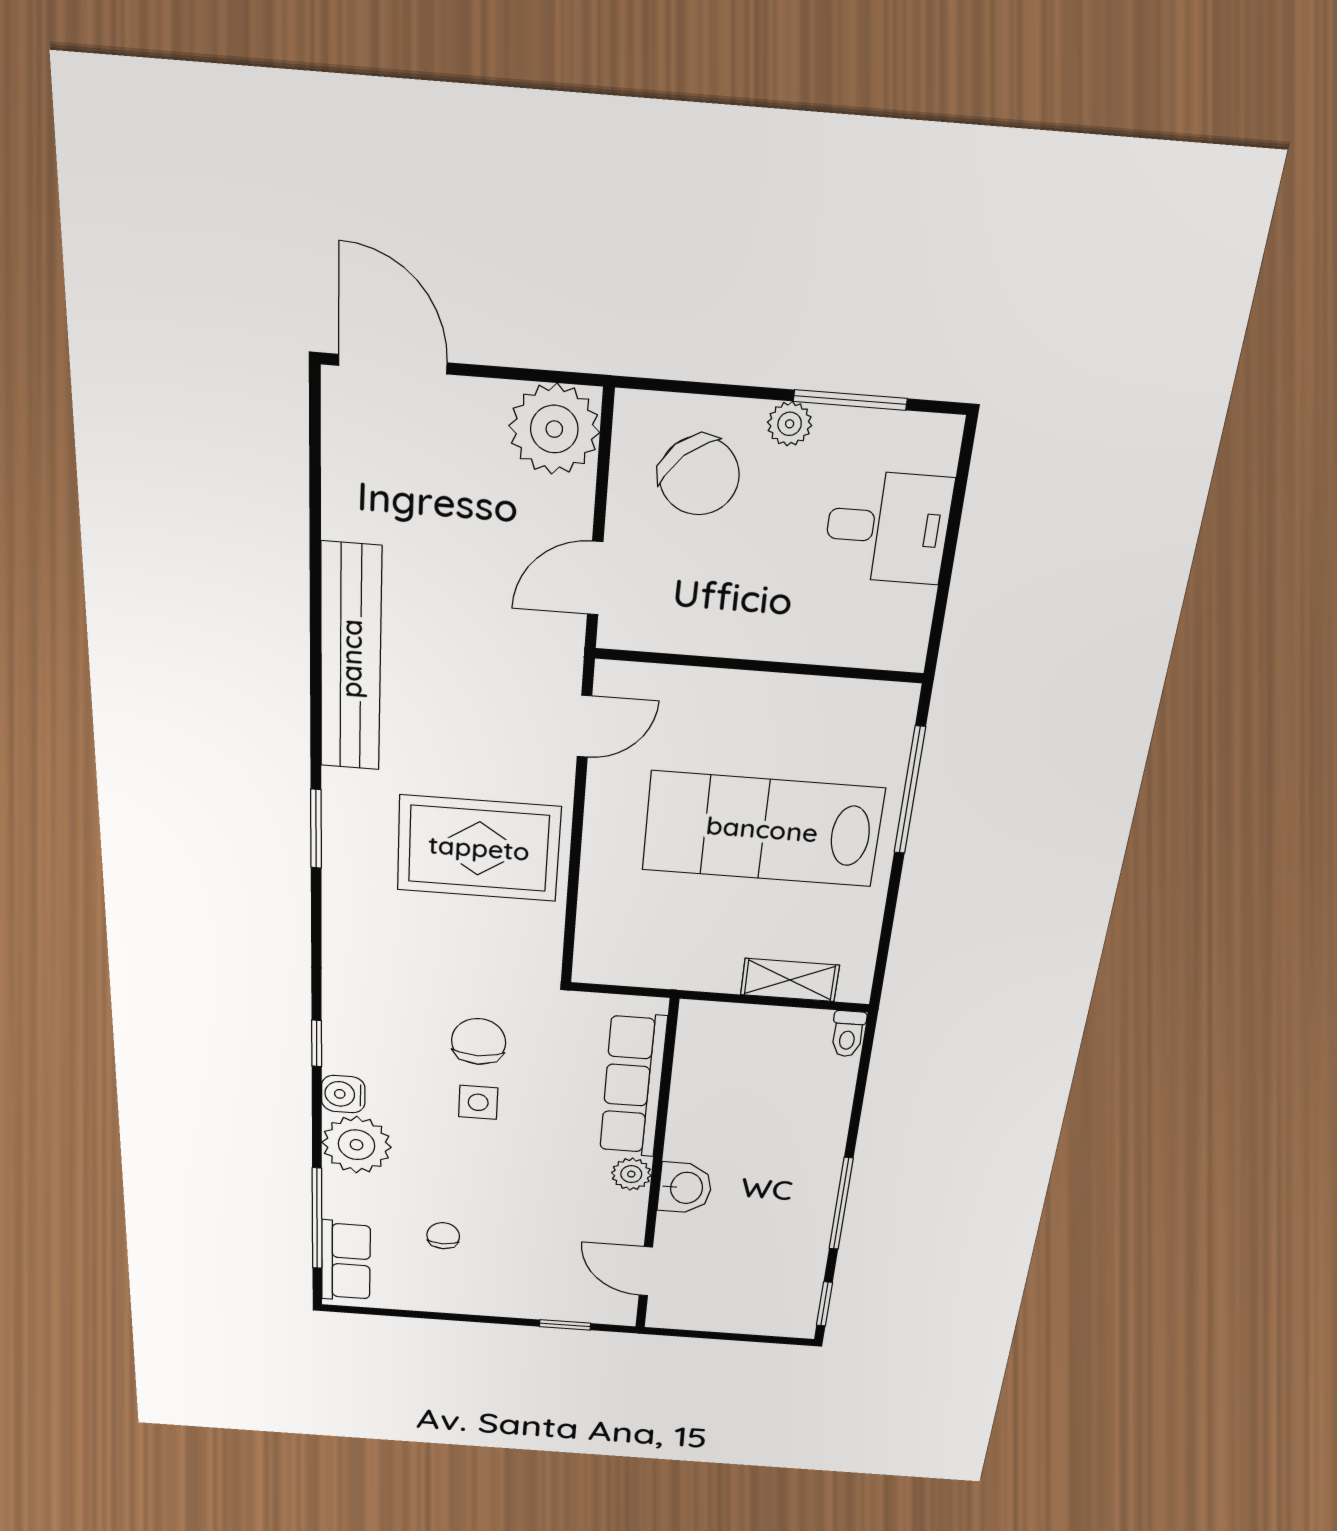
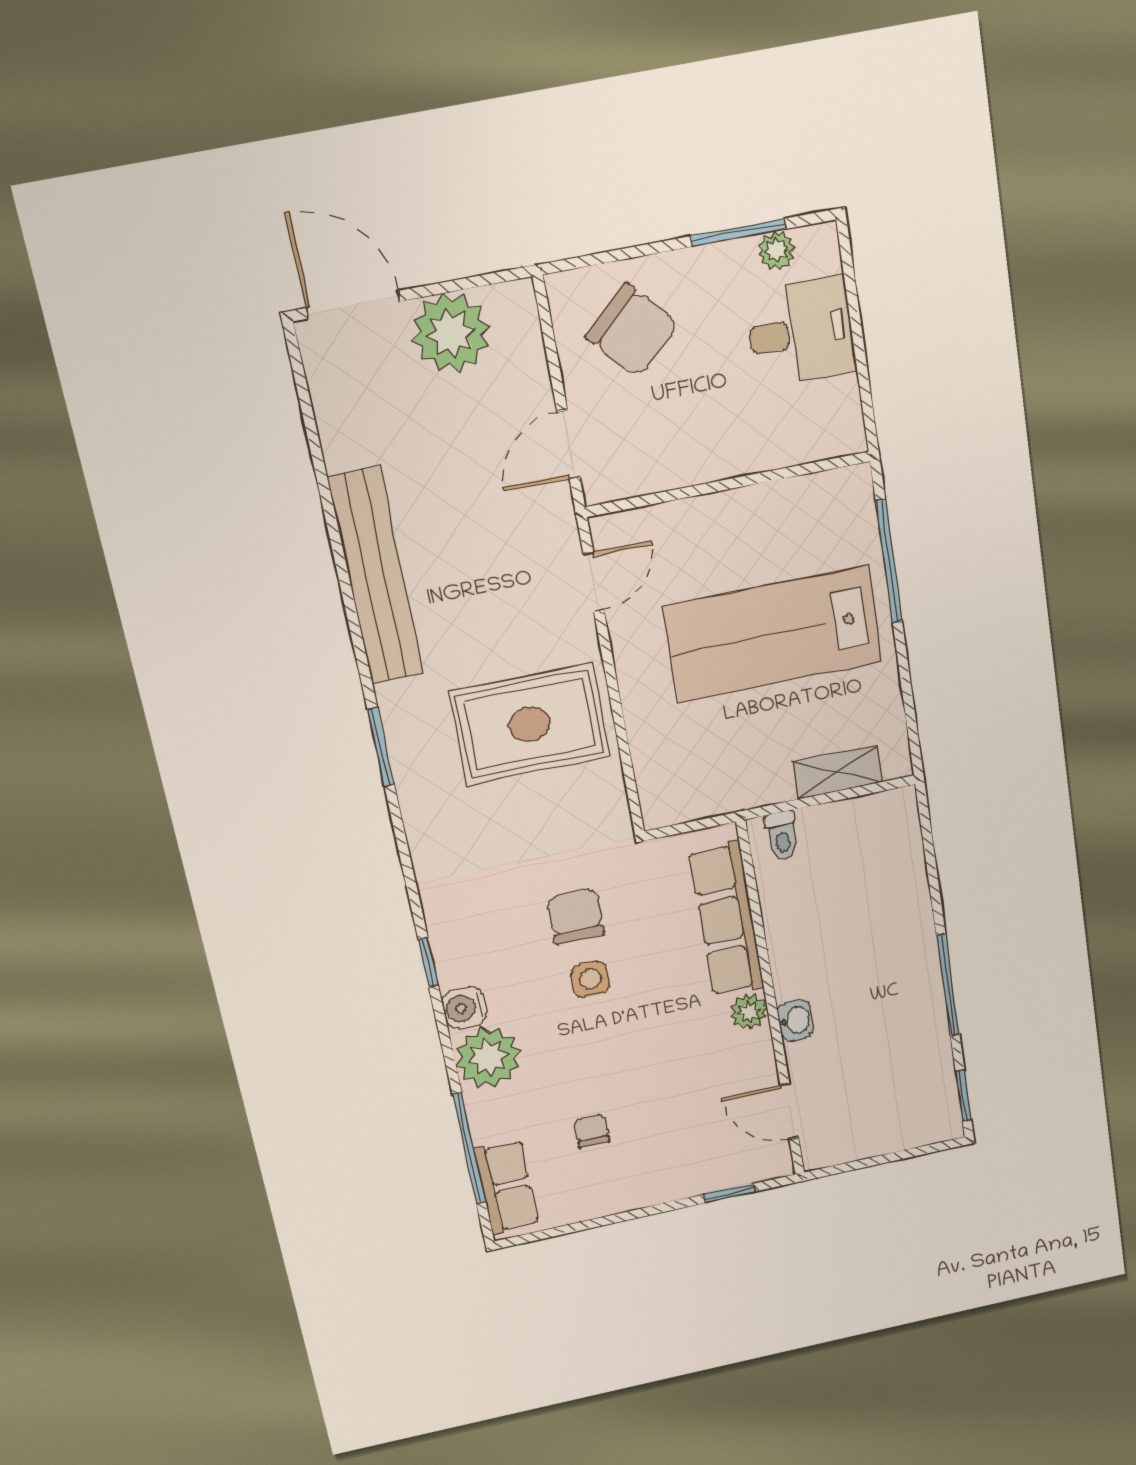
plant: (790, 424) -> (776, 251), moved
plant: (554, 429) -> (451, 333), moved
toilet: (848, 1034) -> (782, 836), moved
washbasin: (685, 1188) -> (796, 1020), width x0.72, depth x0.69

